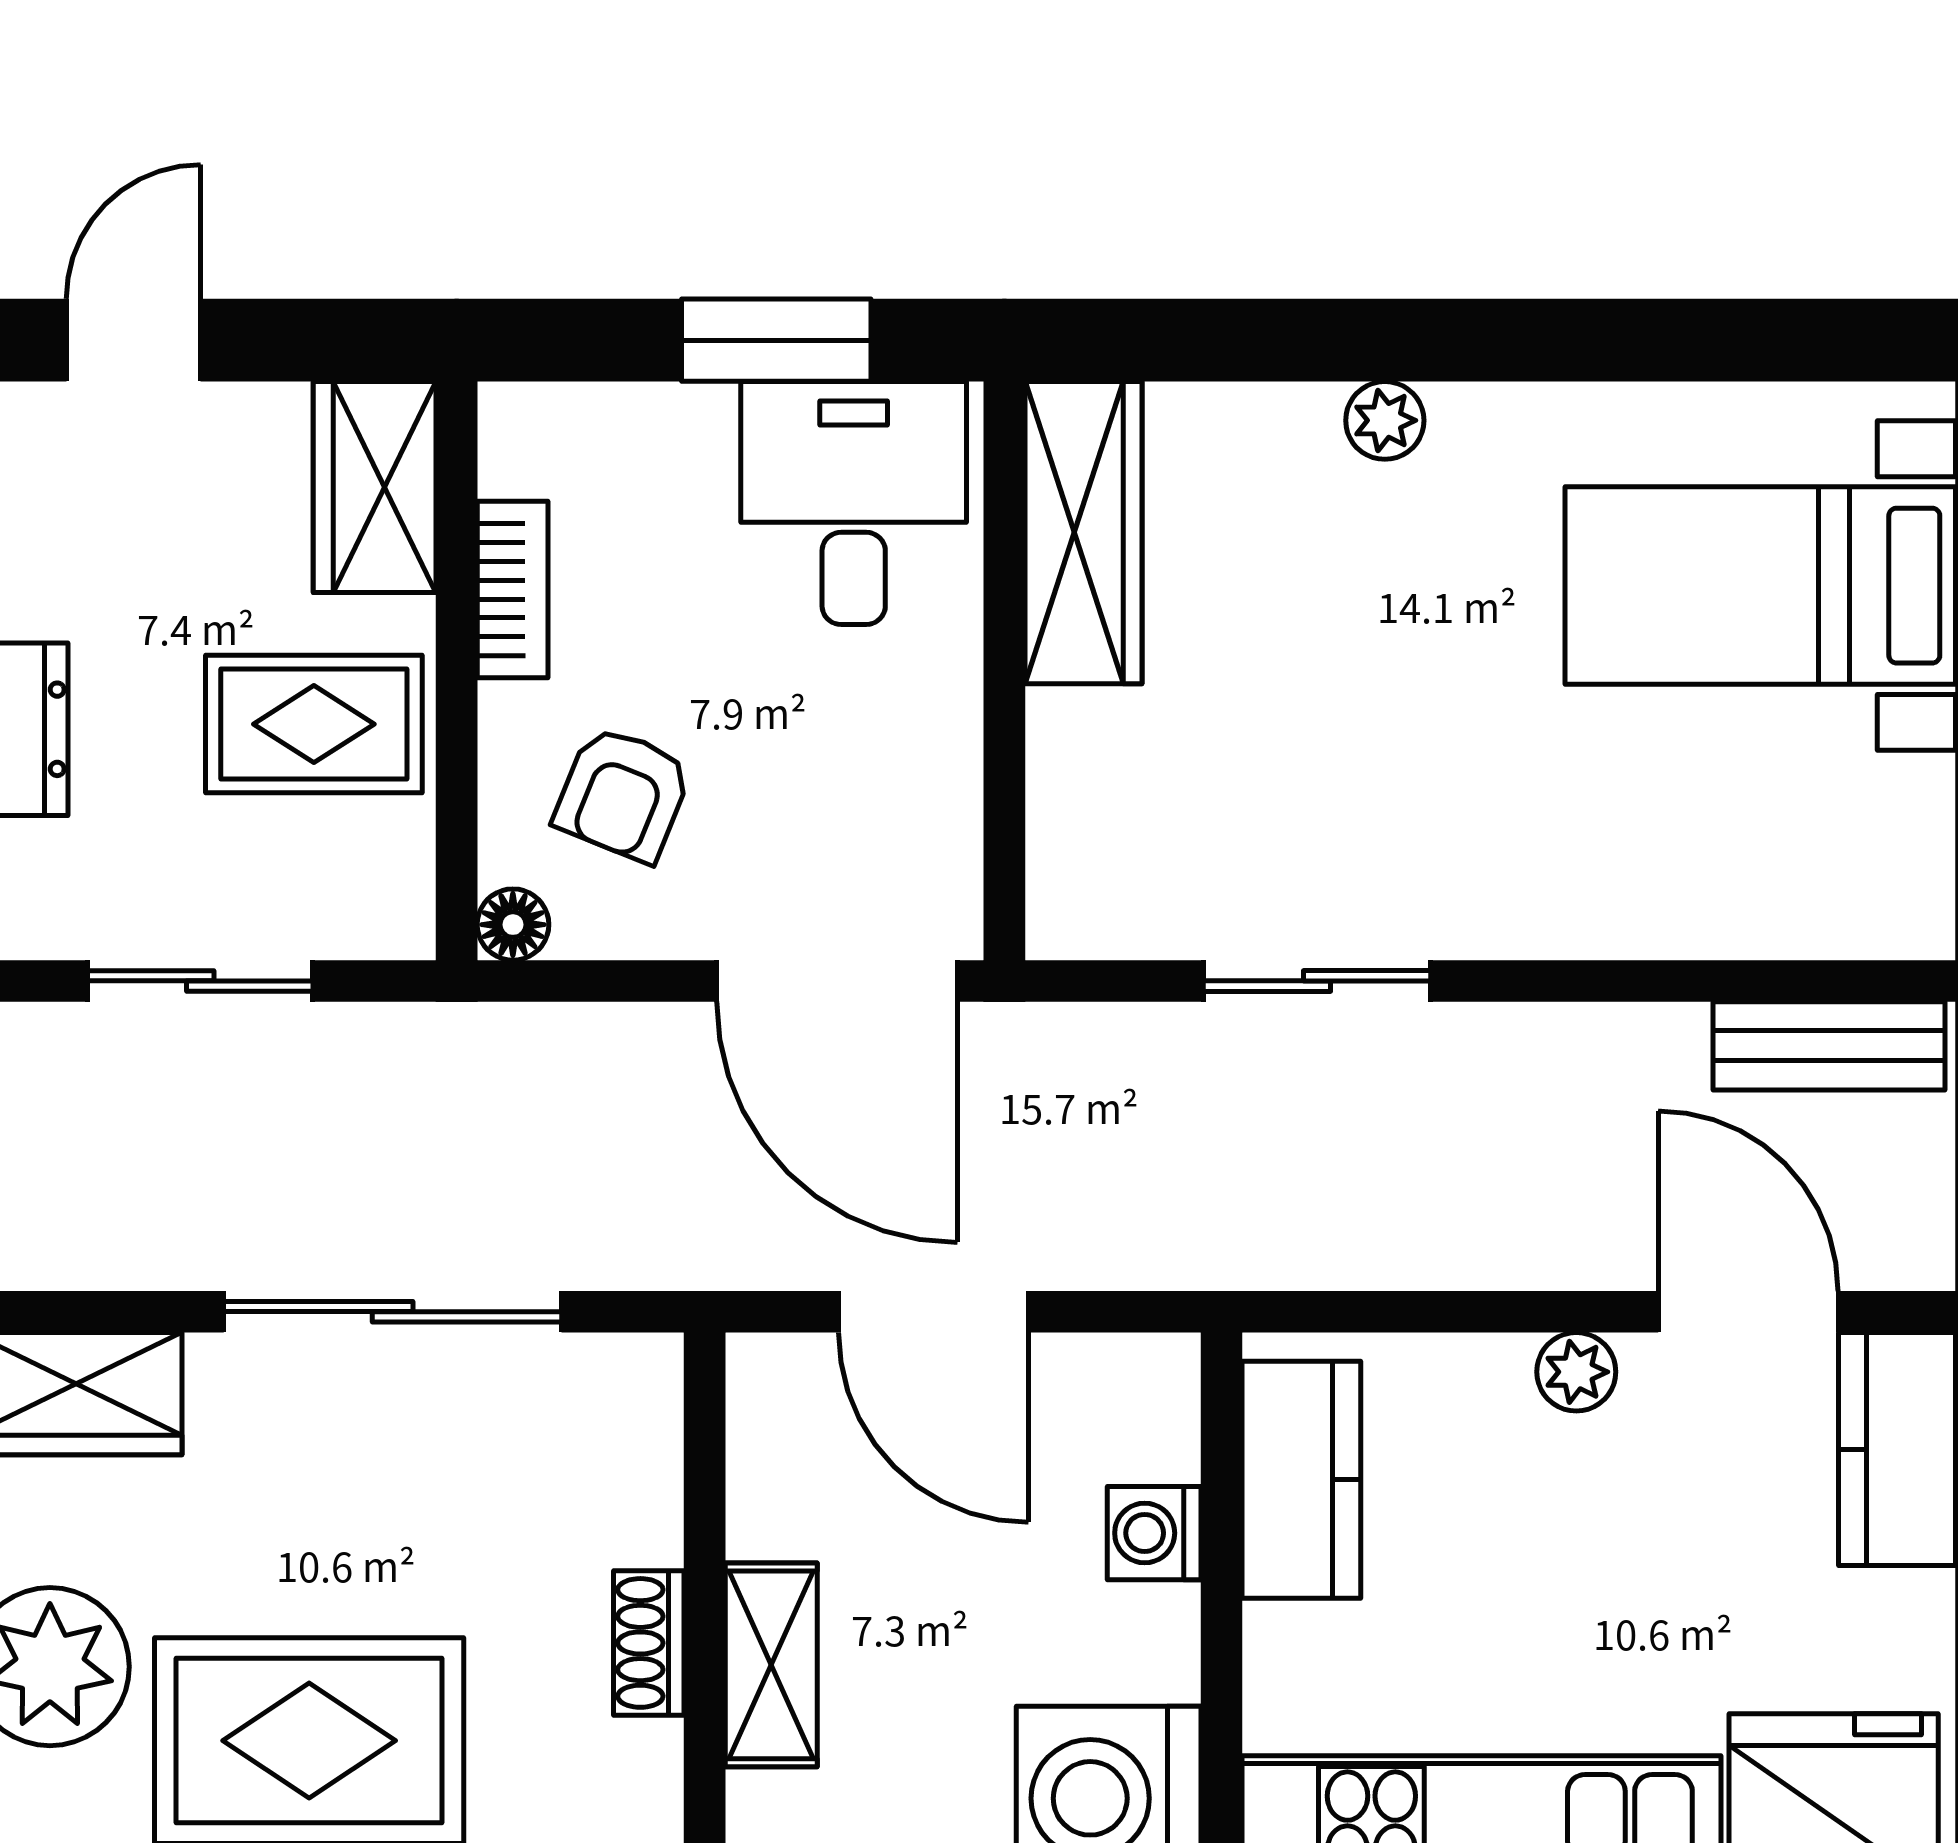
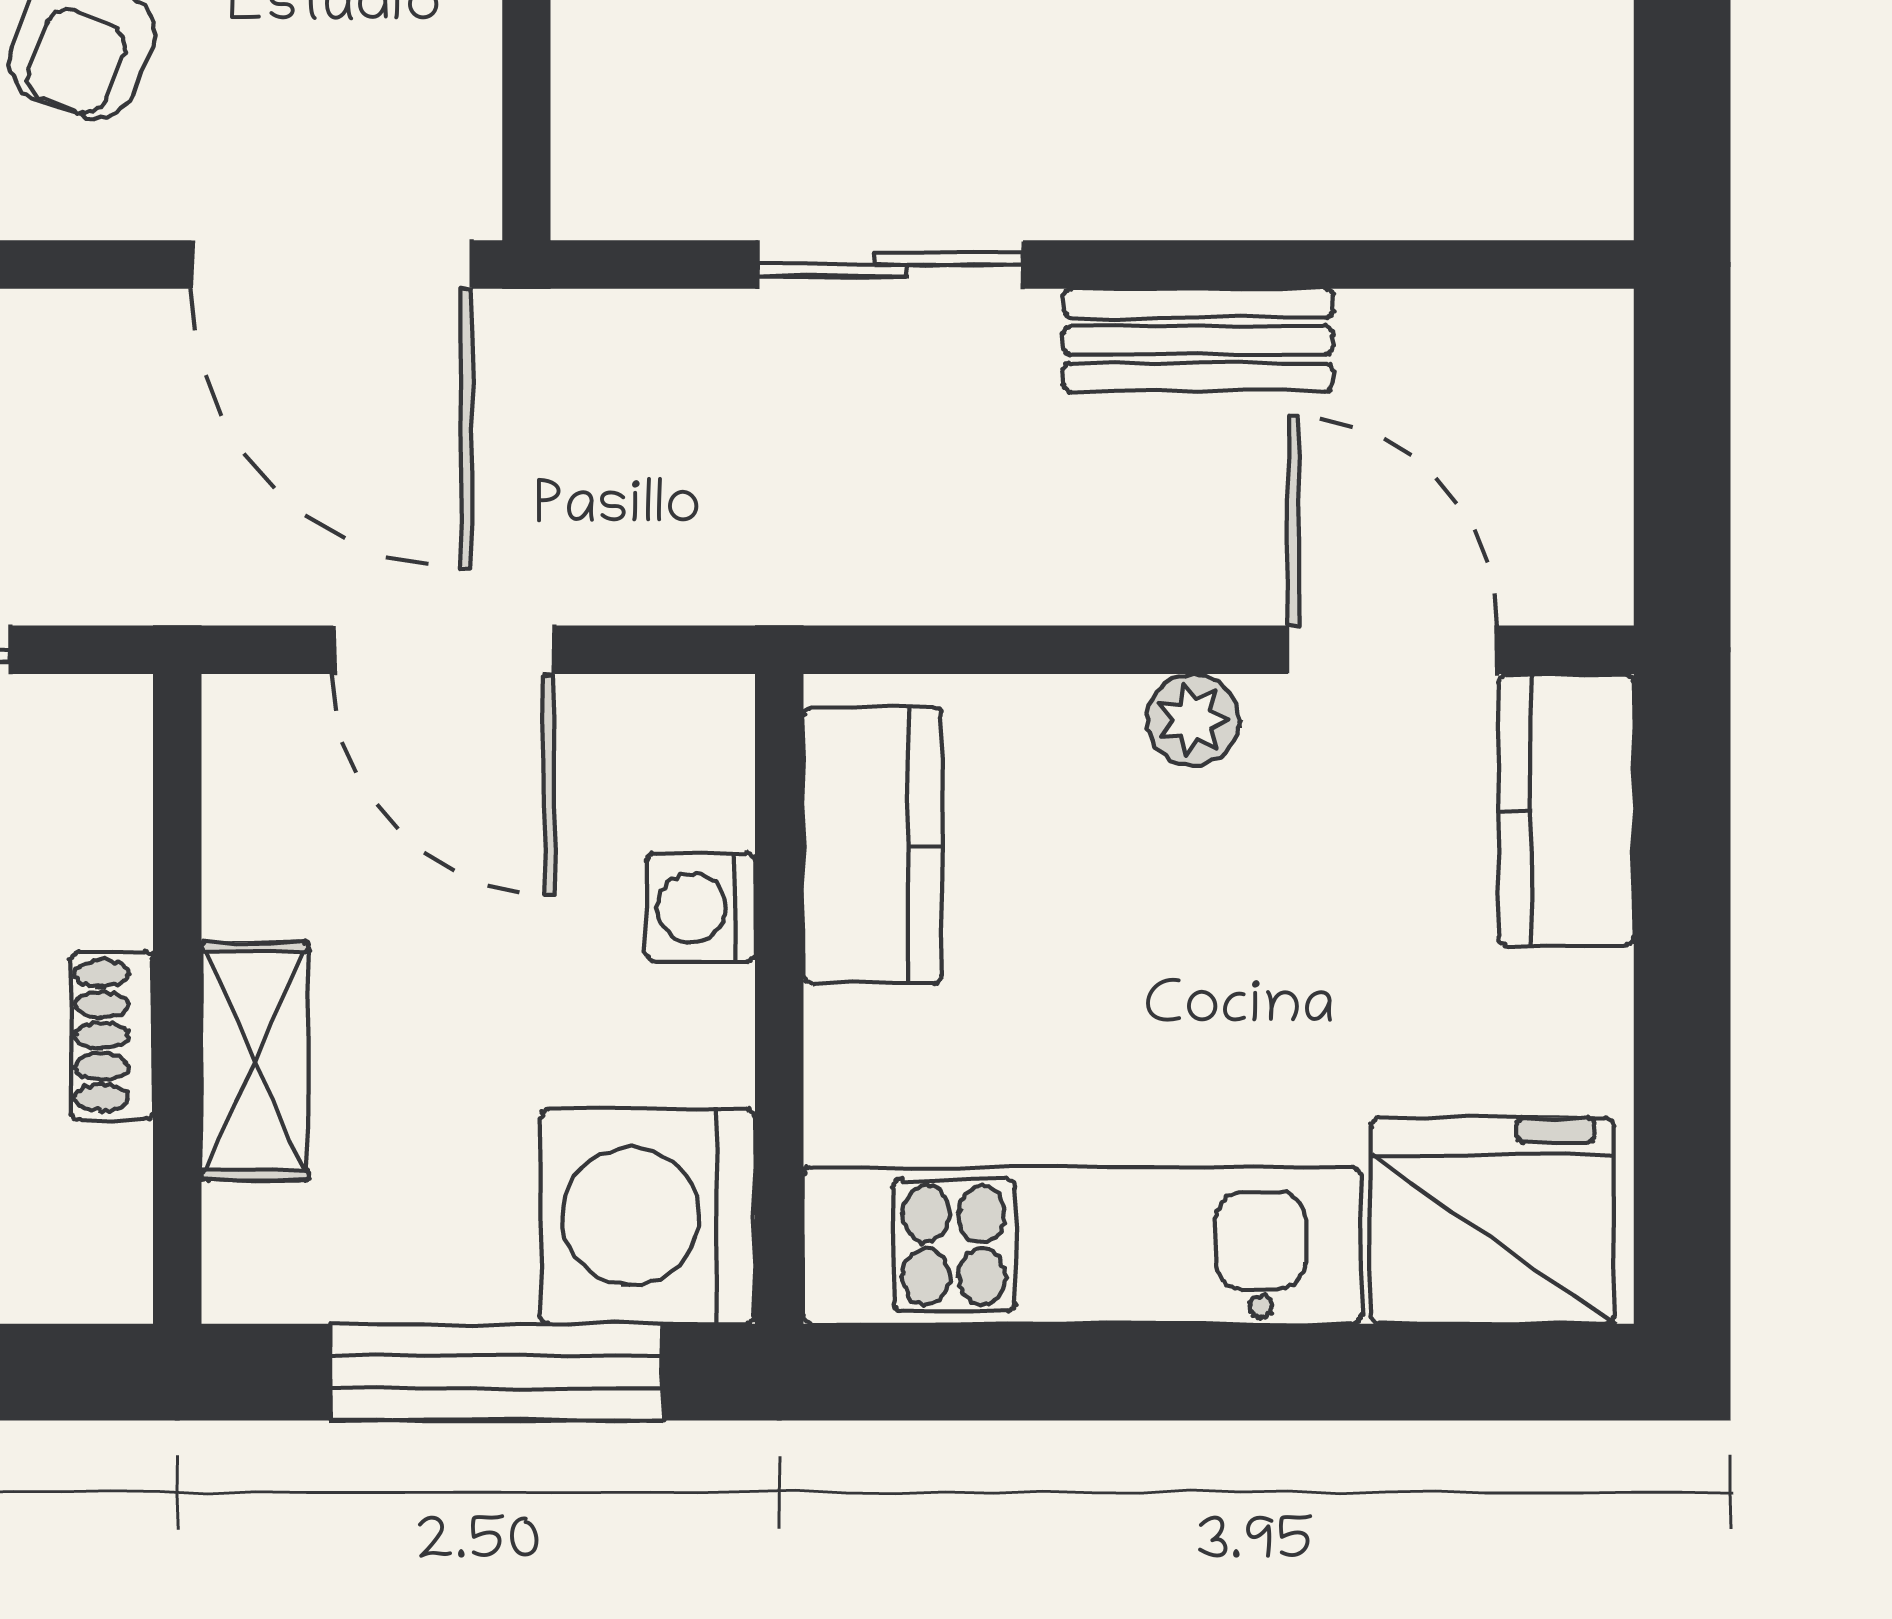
bench: (1829, 1046) -> (1198, 340), moved

